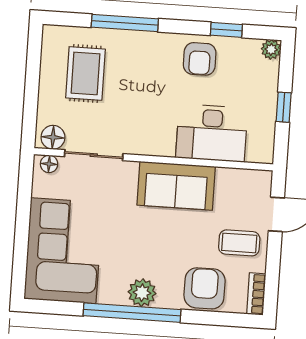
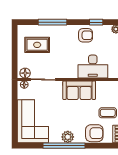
armchair: (200, 59) -> (86, 35), turned -90
rug: (85, 73) -> (37, 45), turned 90
armchair: (205, 288) -> (94, 133), turned 90

